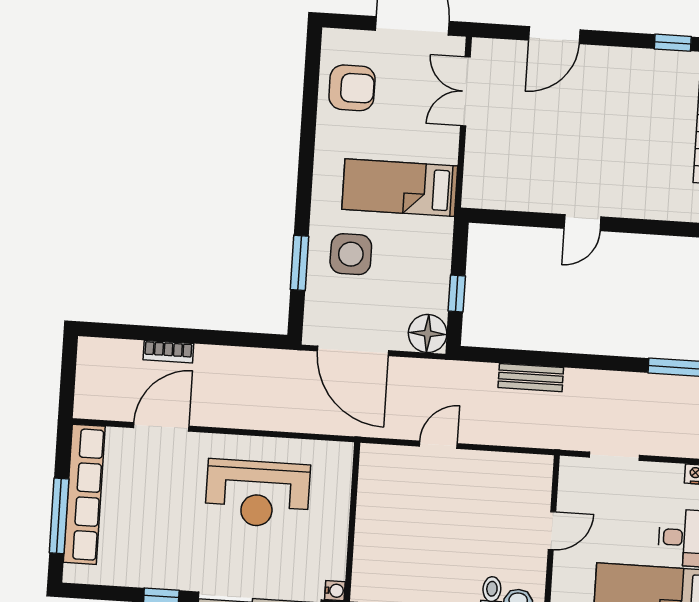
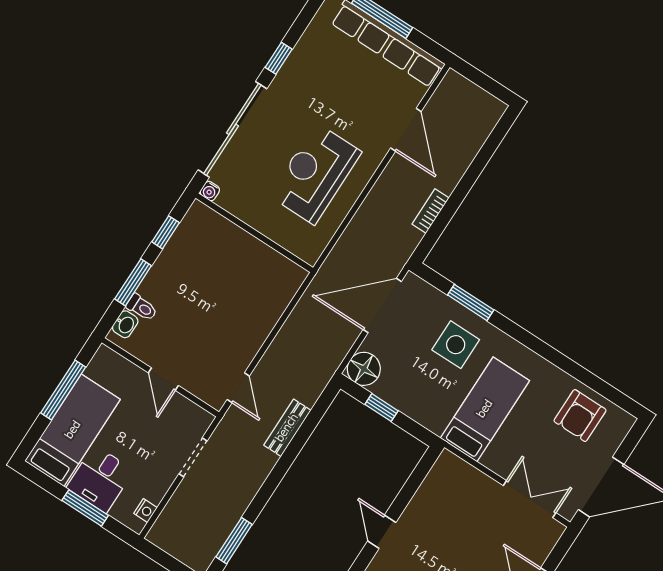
bookcase: (168, 352) -> (430, 211), moved
door: (438, 445) -> (238, 388), moved

